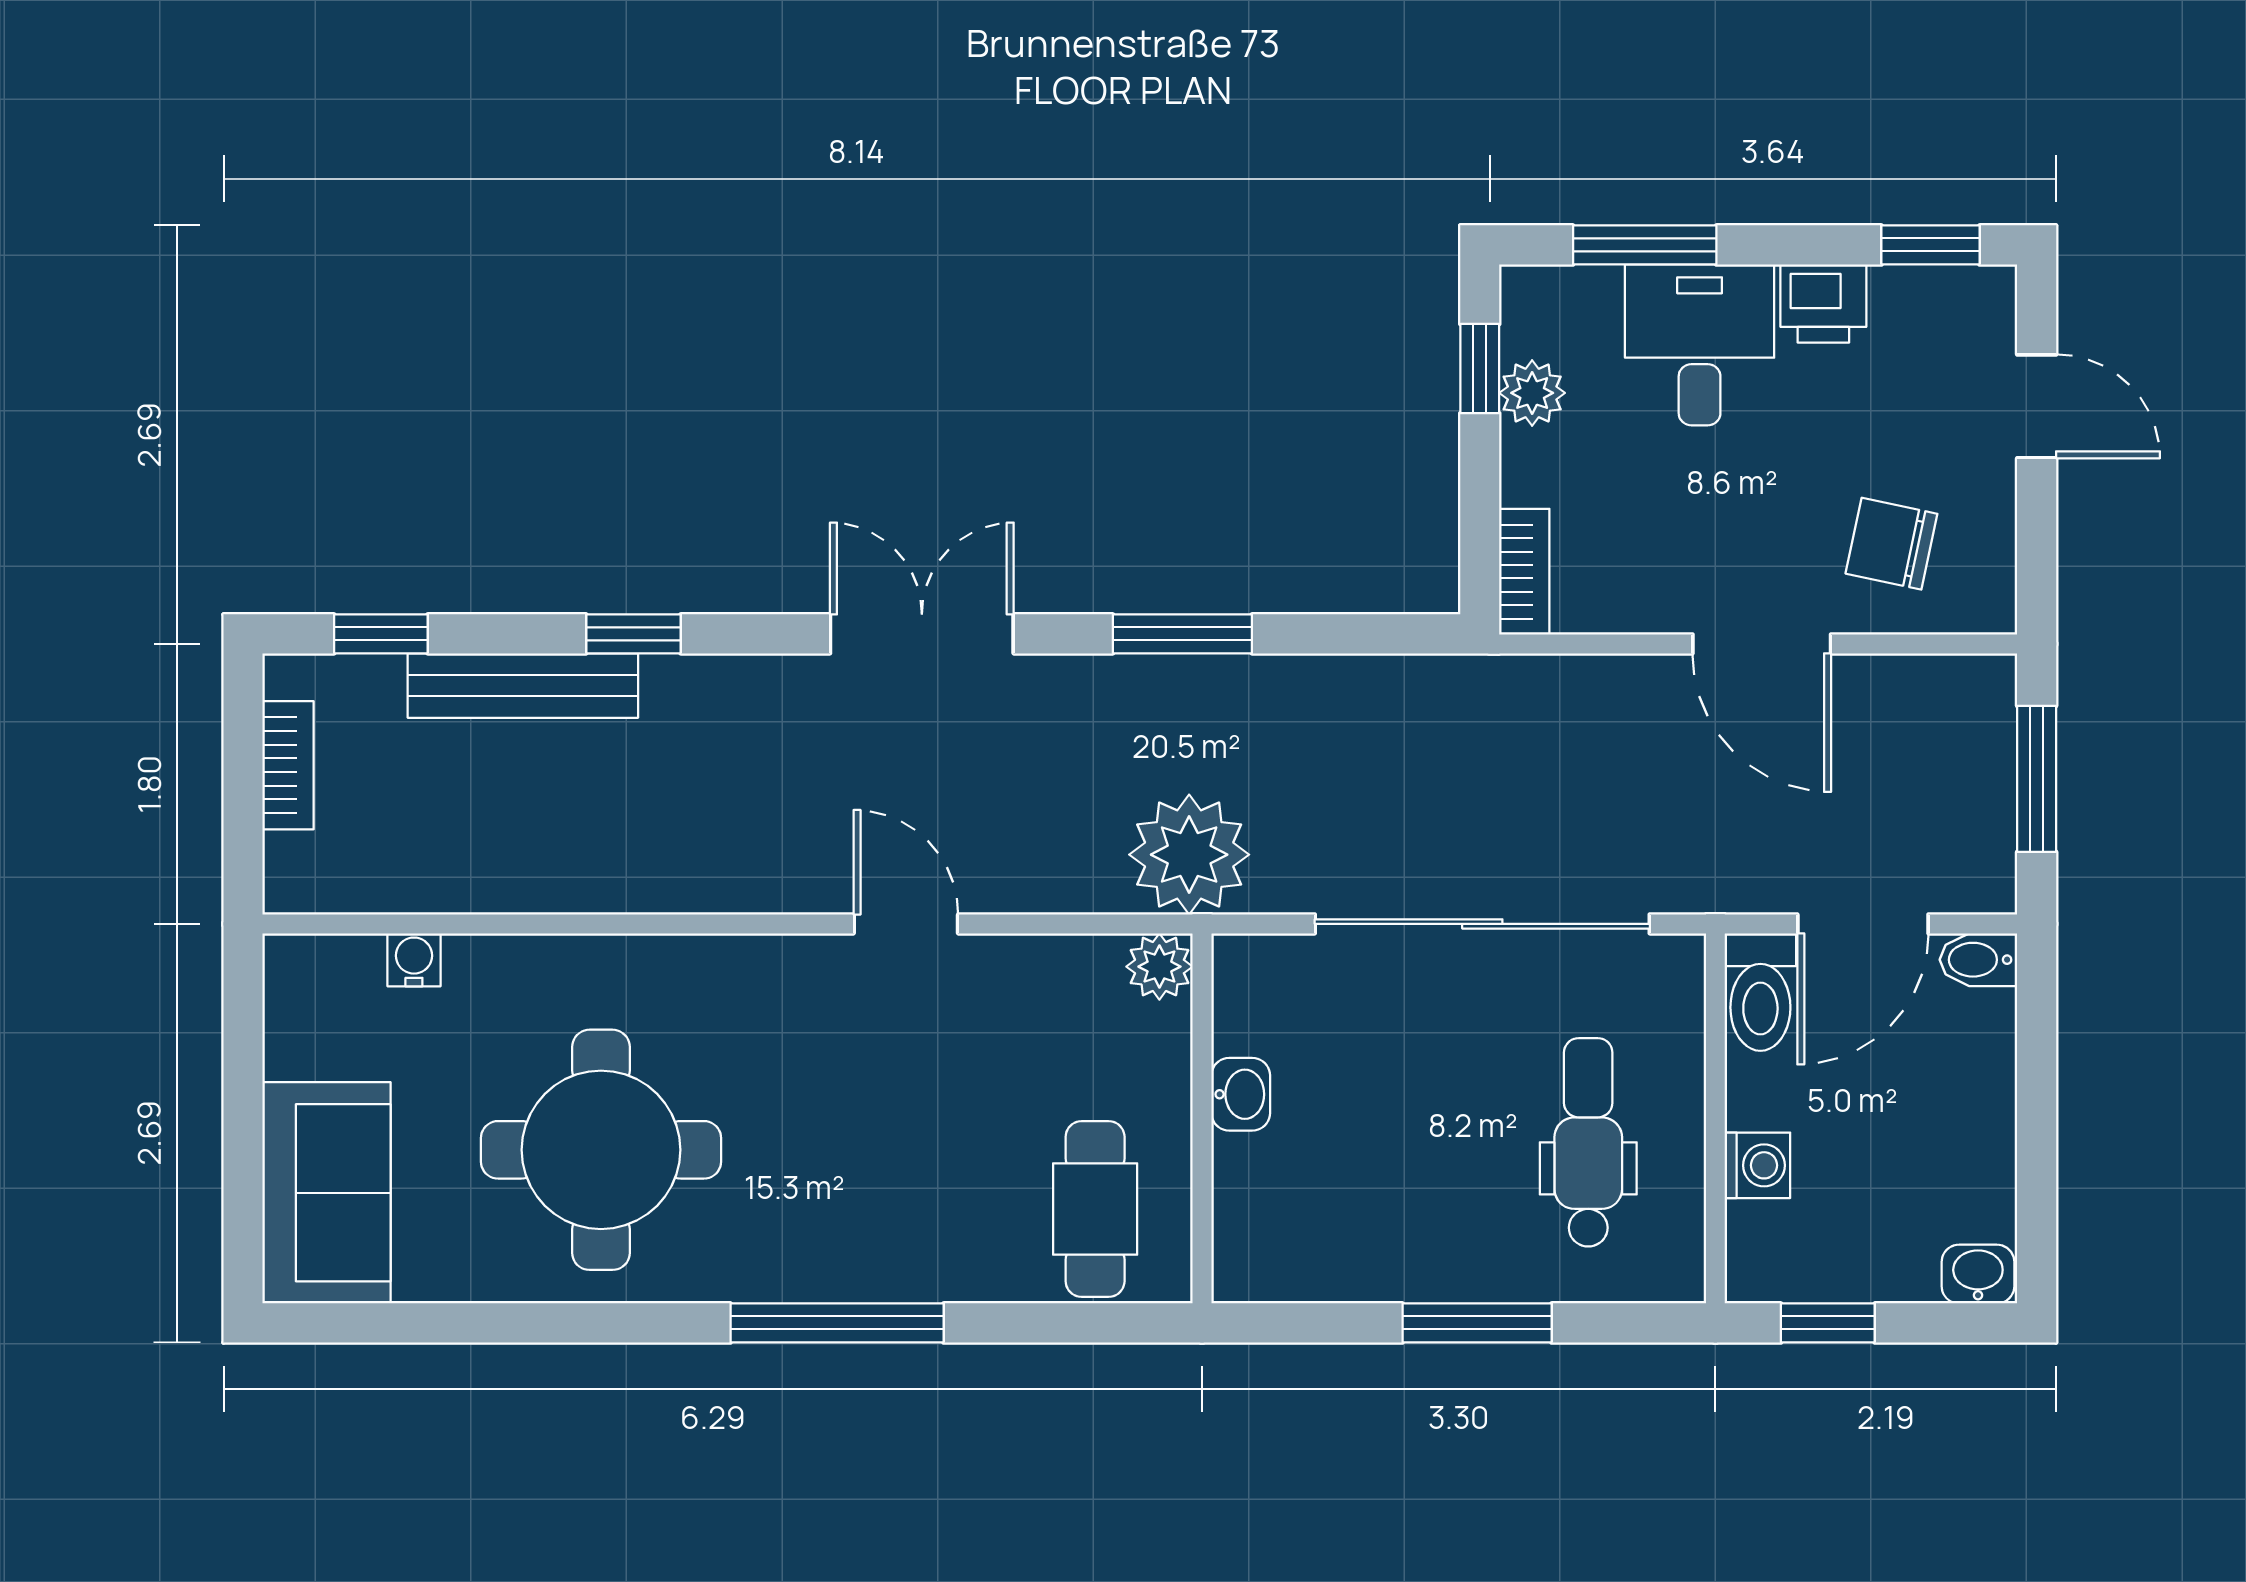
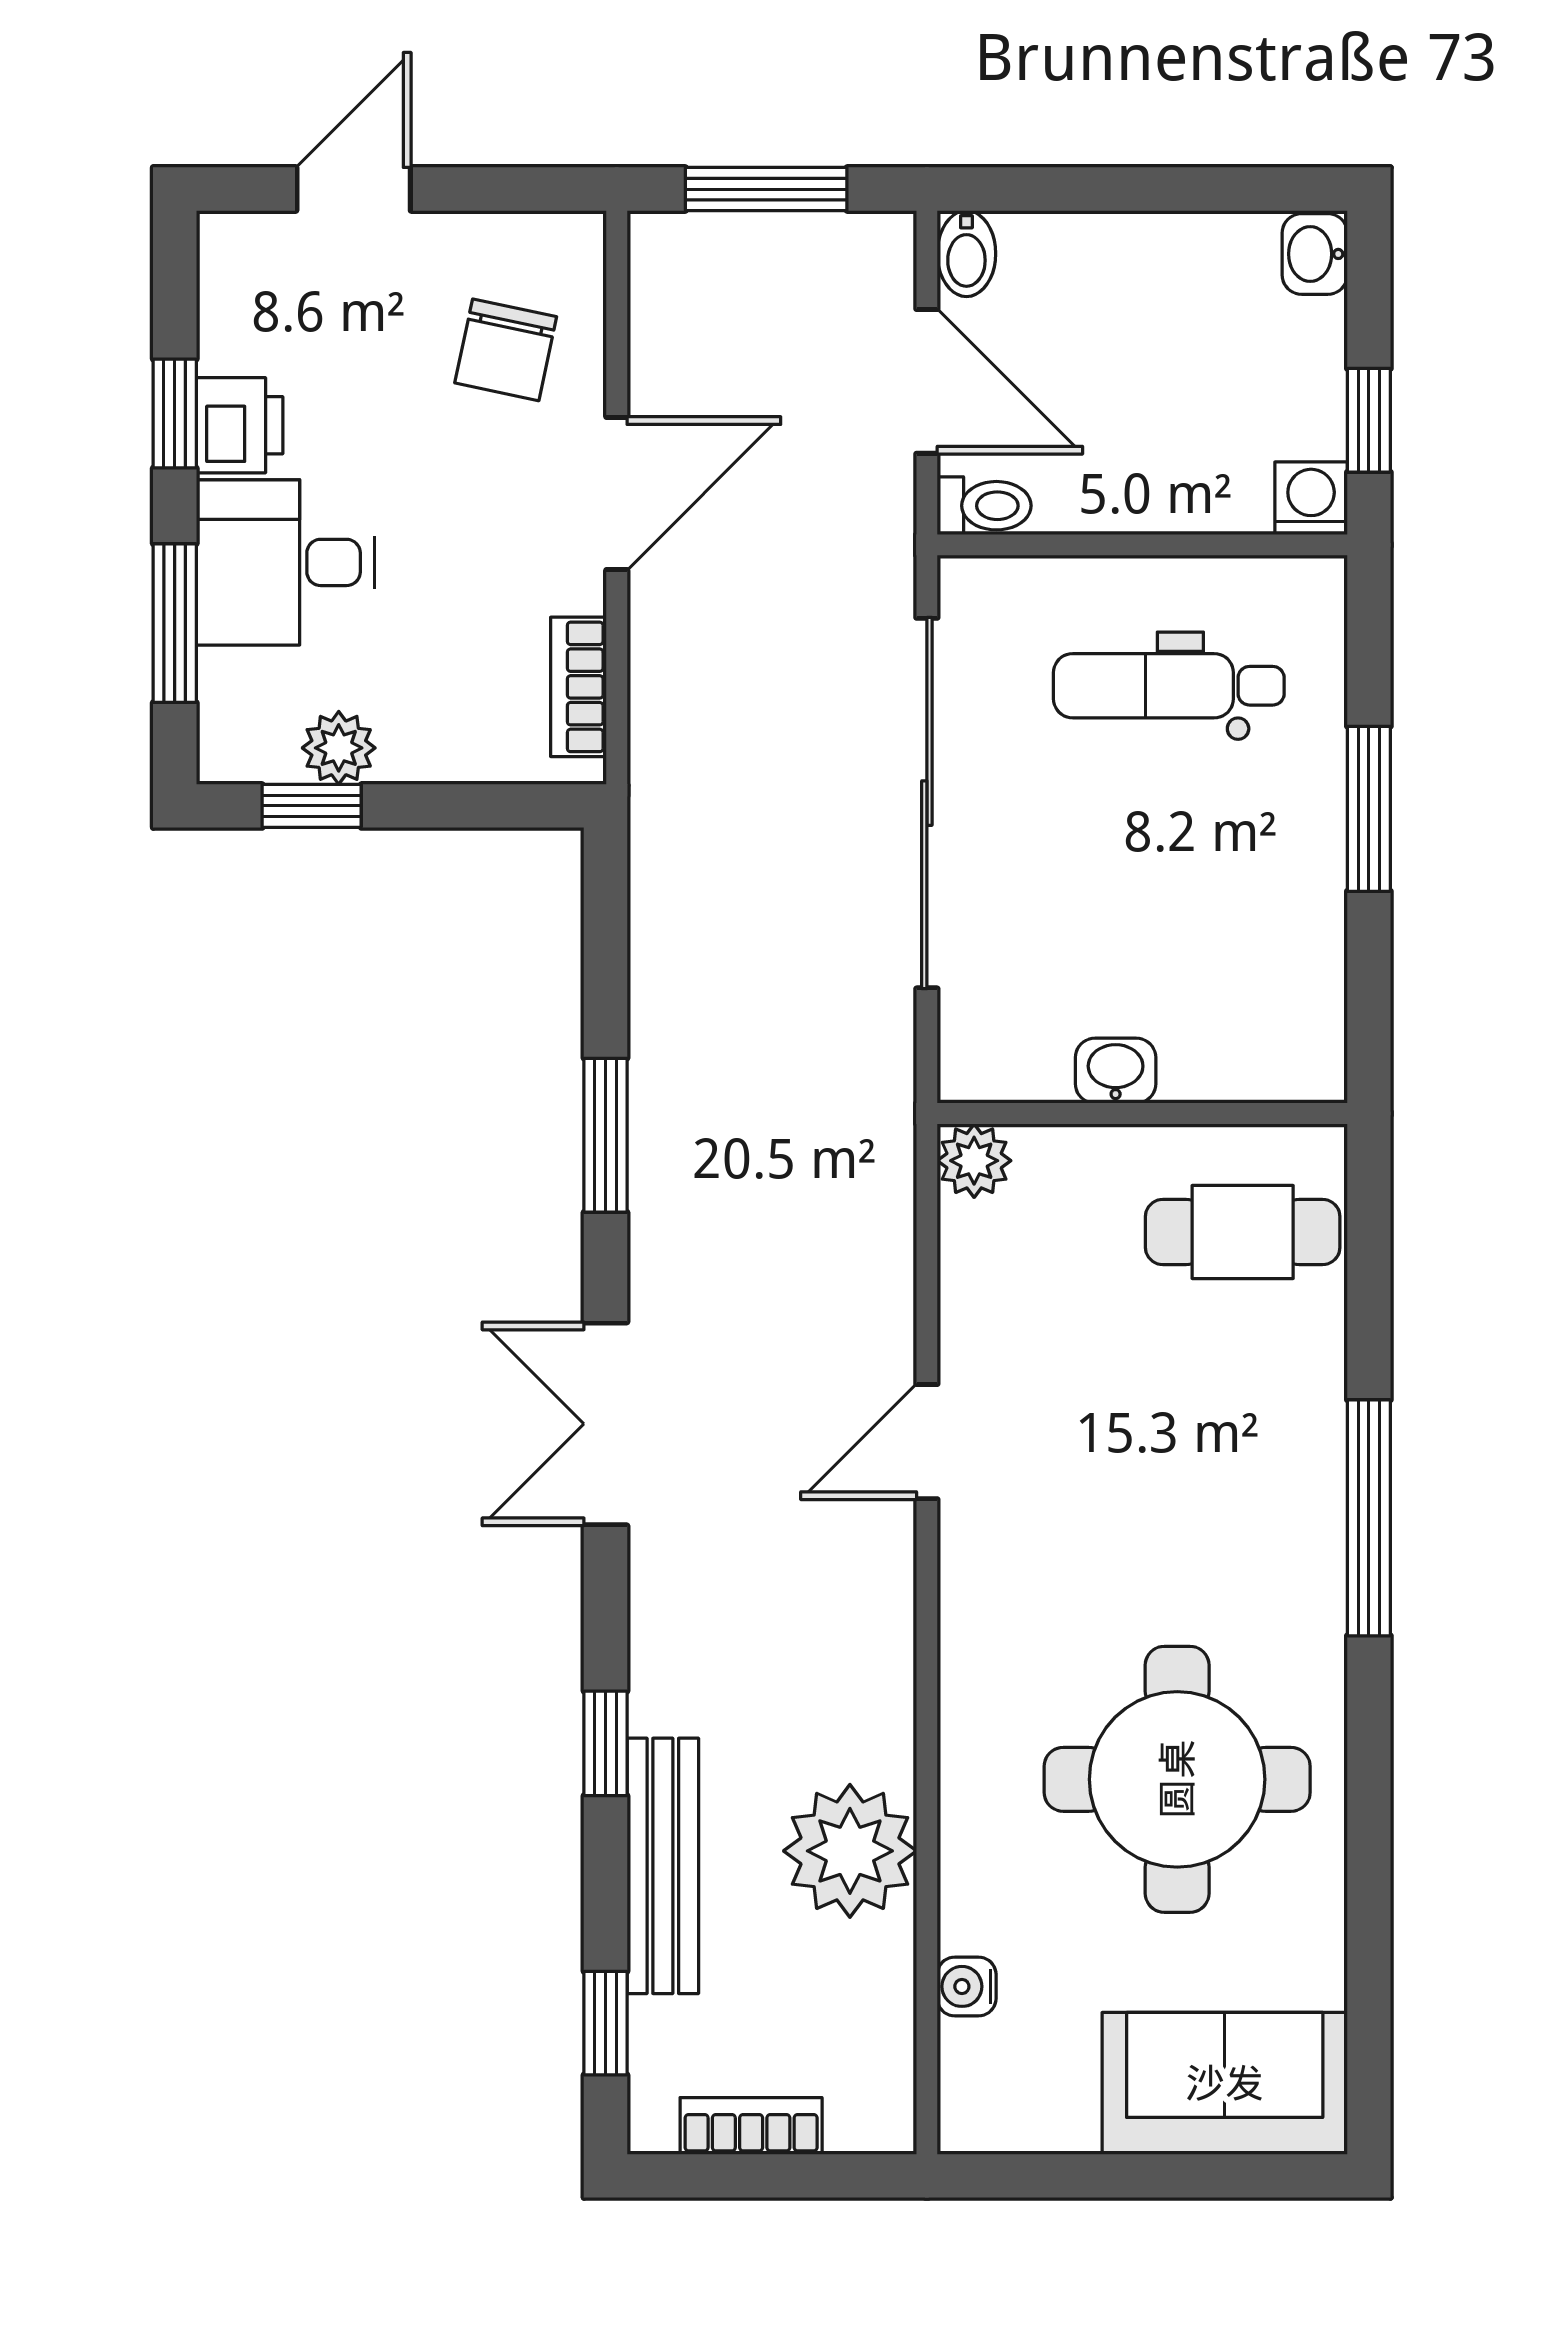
window: (1931, 245) -> (175, 414), moved
bookcase: (1524, 572) -> (578, 687), moved, turned -90
plant: (1189, 855) -> (850, 1851), moved
toilet: (1760, 992) -> (984, 506), width x0.73, depth x0.72
washing machine: (1757, 1165) -> (1311, 498), moved

